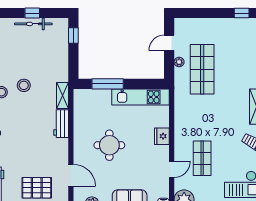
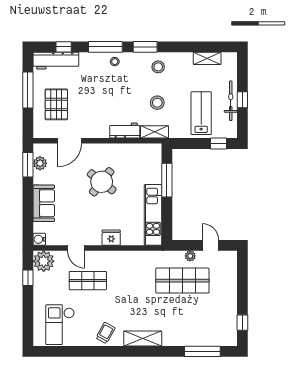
lab bench: (45, 52) -> (201, 113), added
stool: (24, 85) -> (157, 103), moved
round table: (109, 145) -> (102, 182), turned 38

